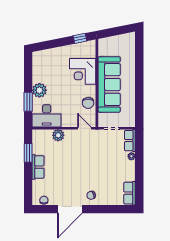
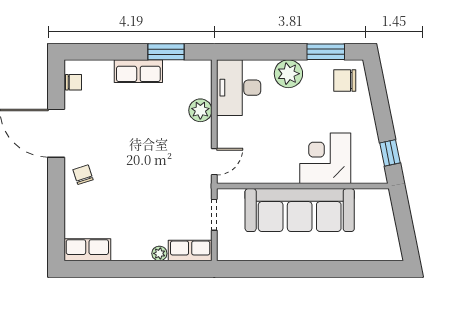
window: (28, 102) -> (326, 52), moved
chair: (88, 103) -> (345, 80), moved

